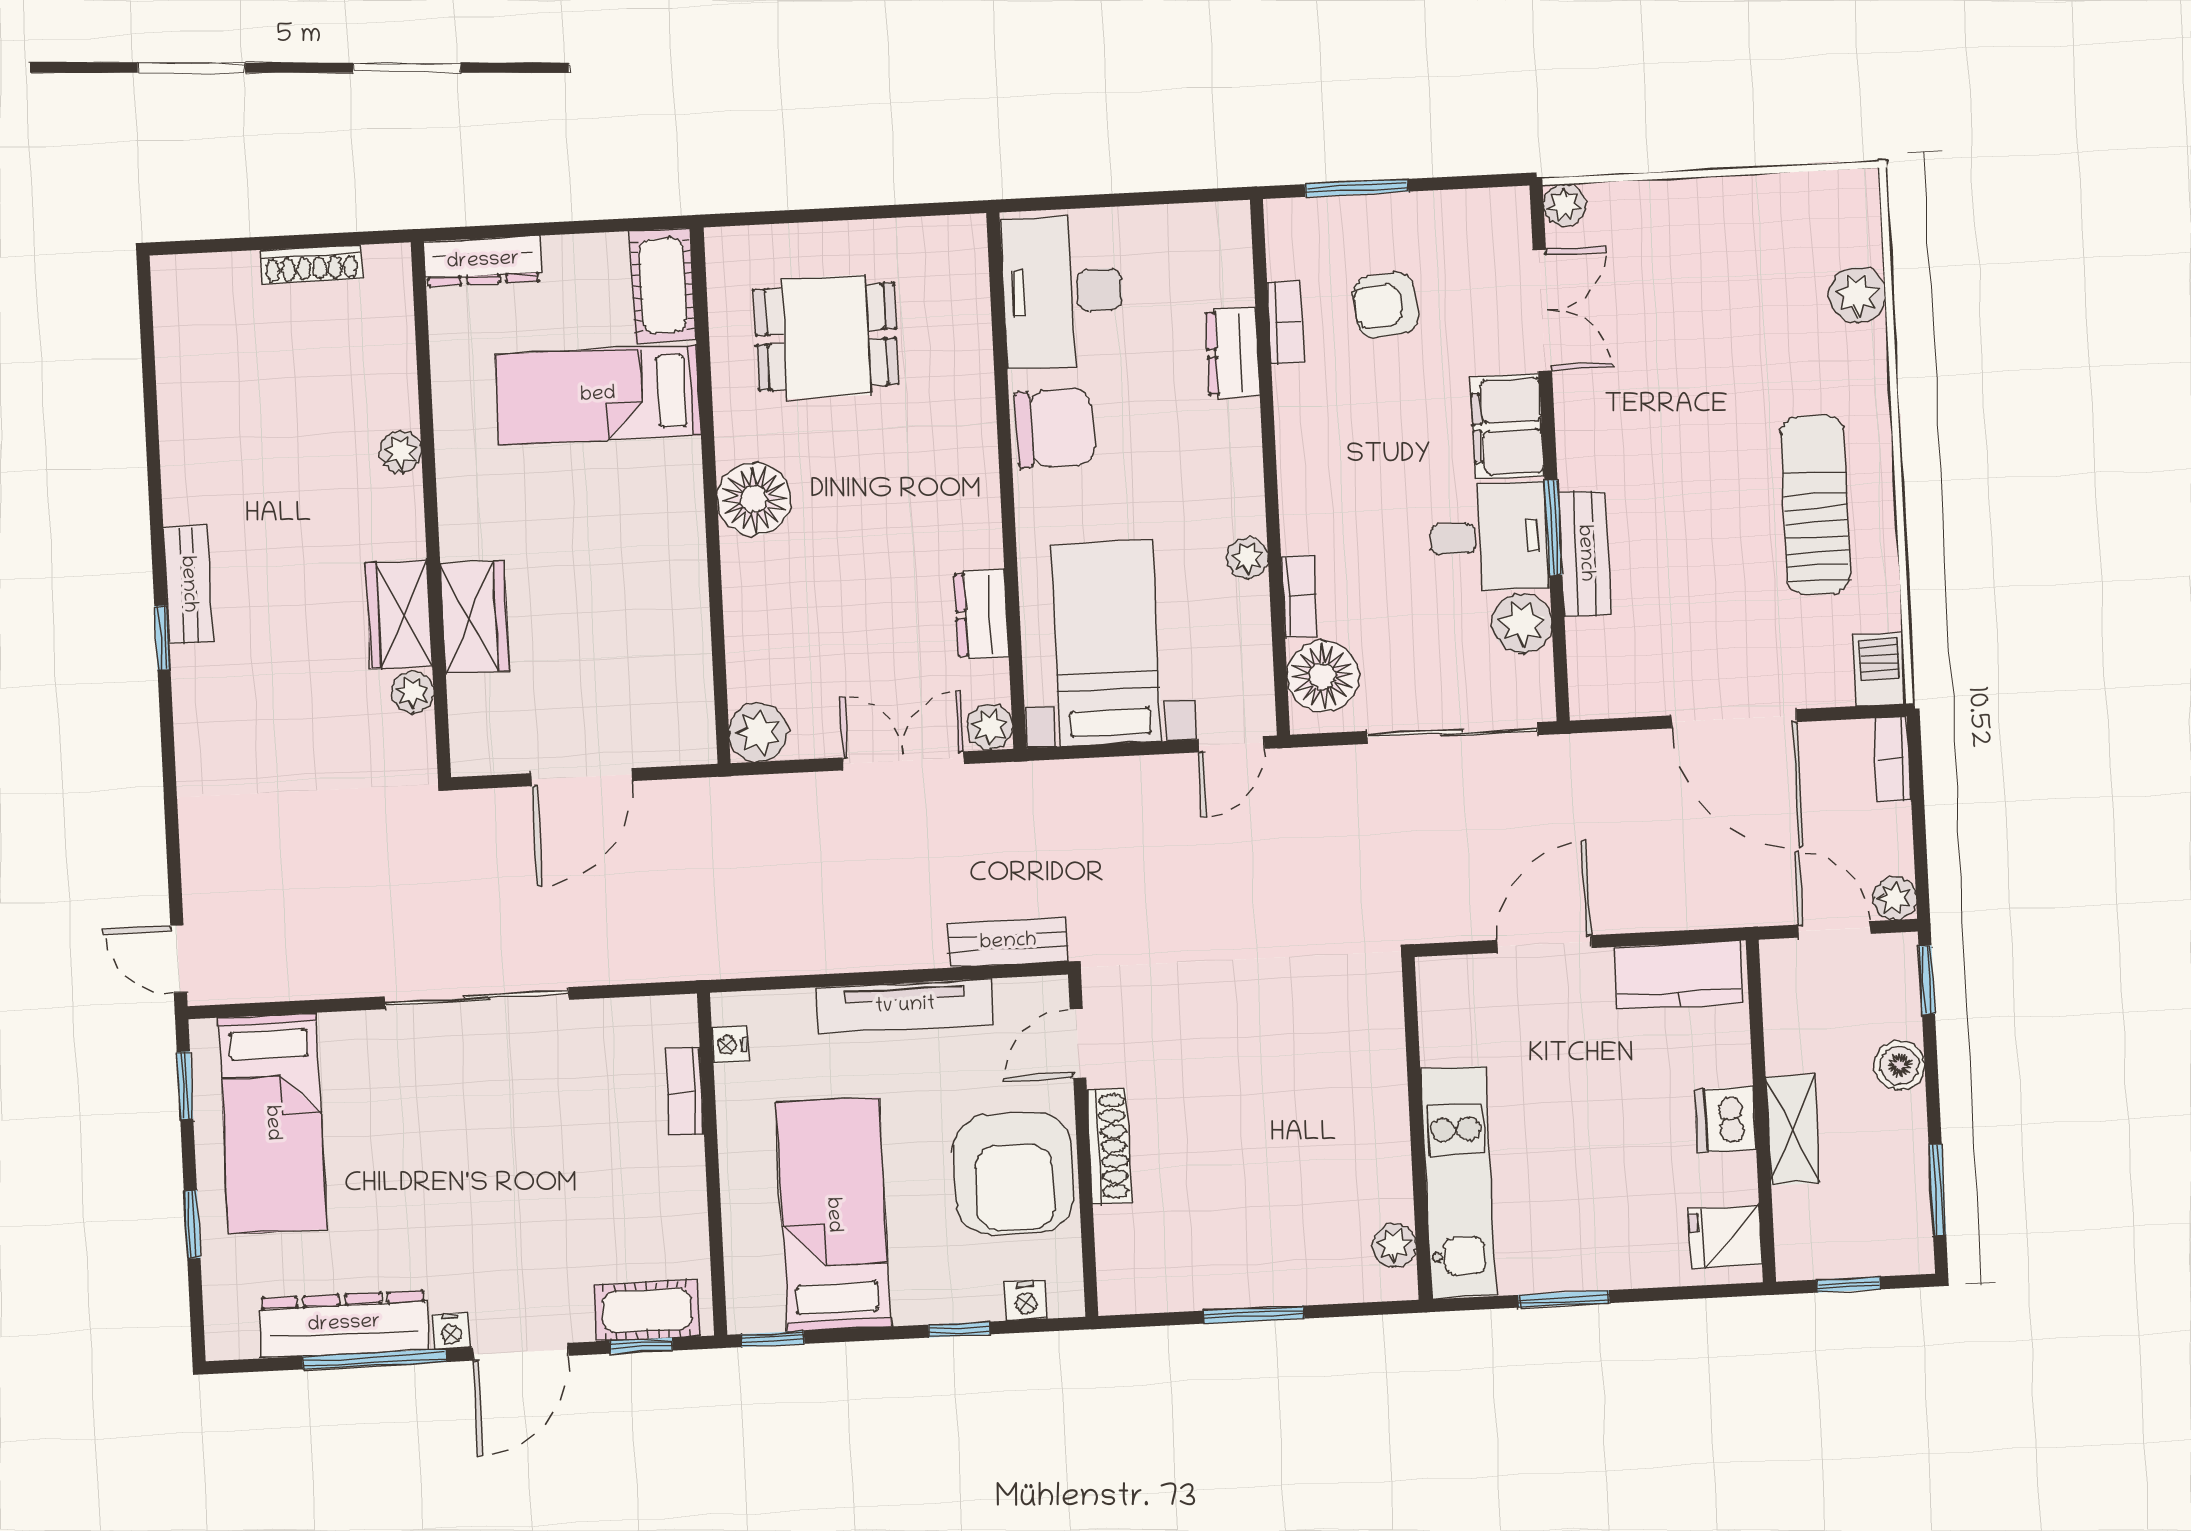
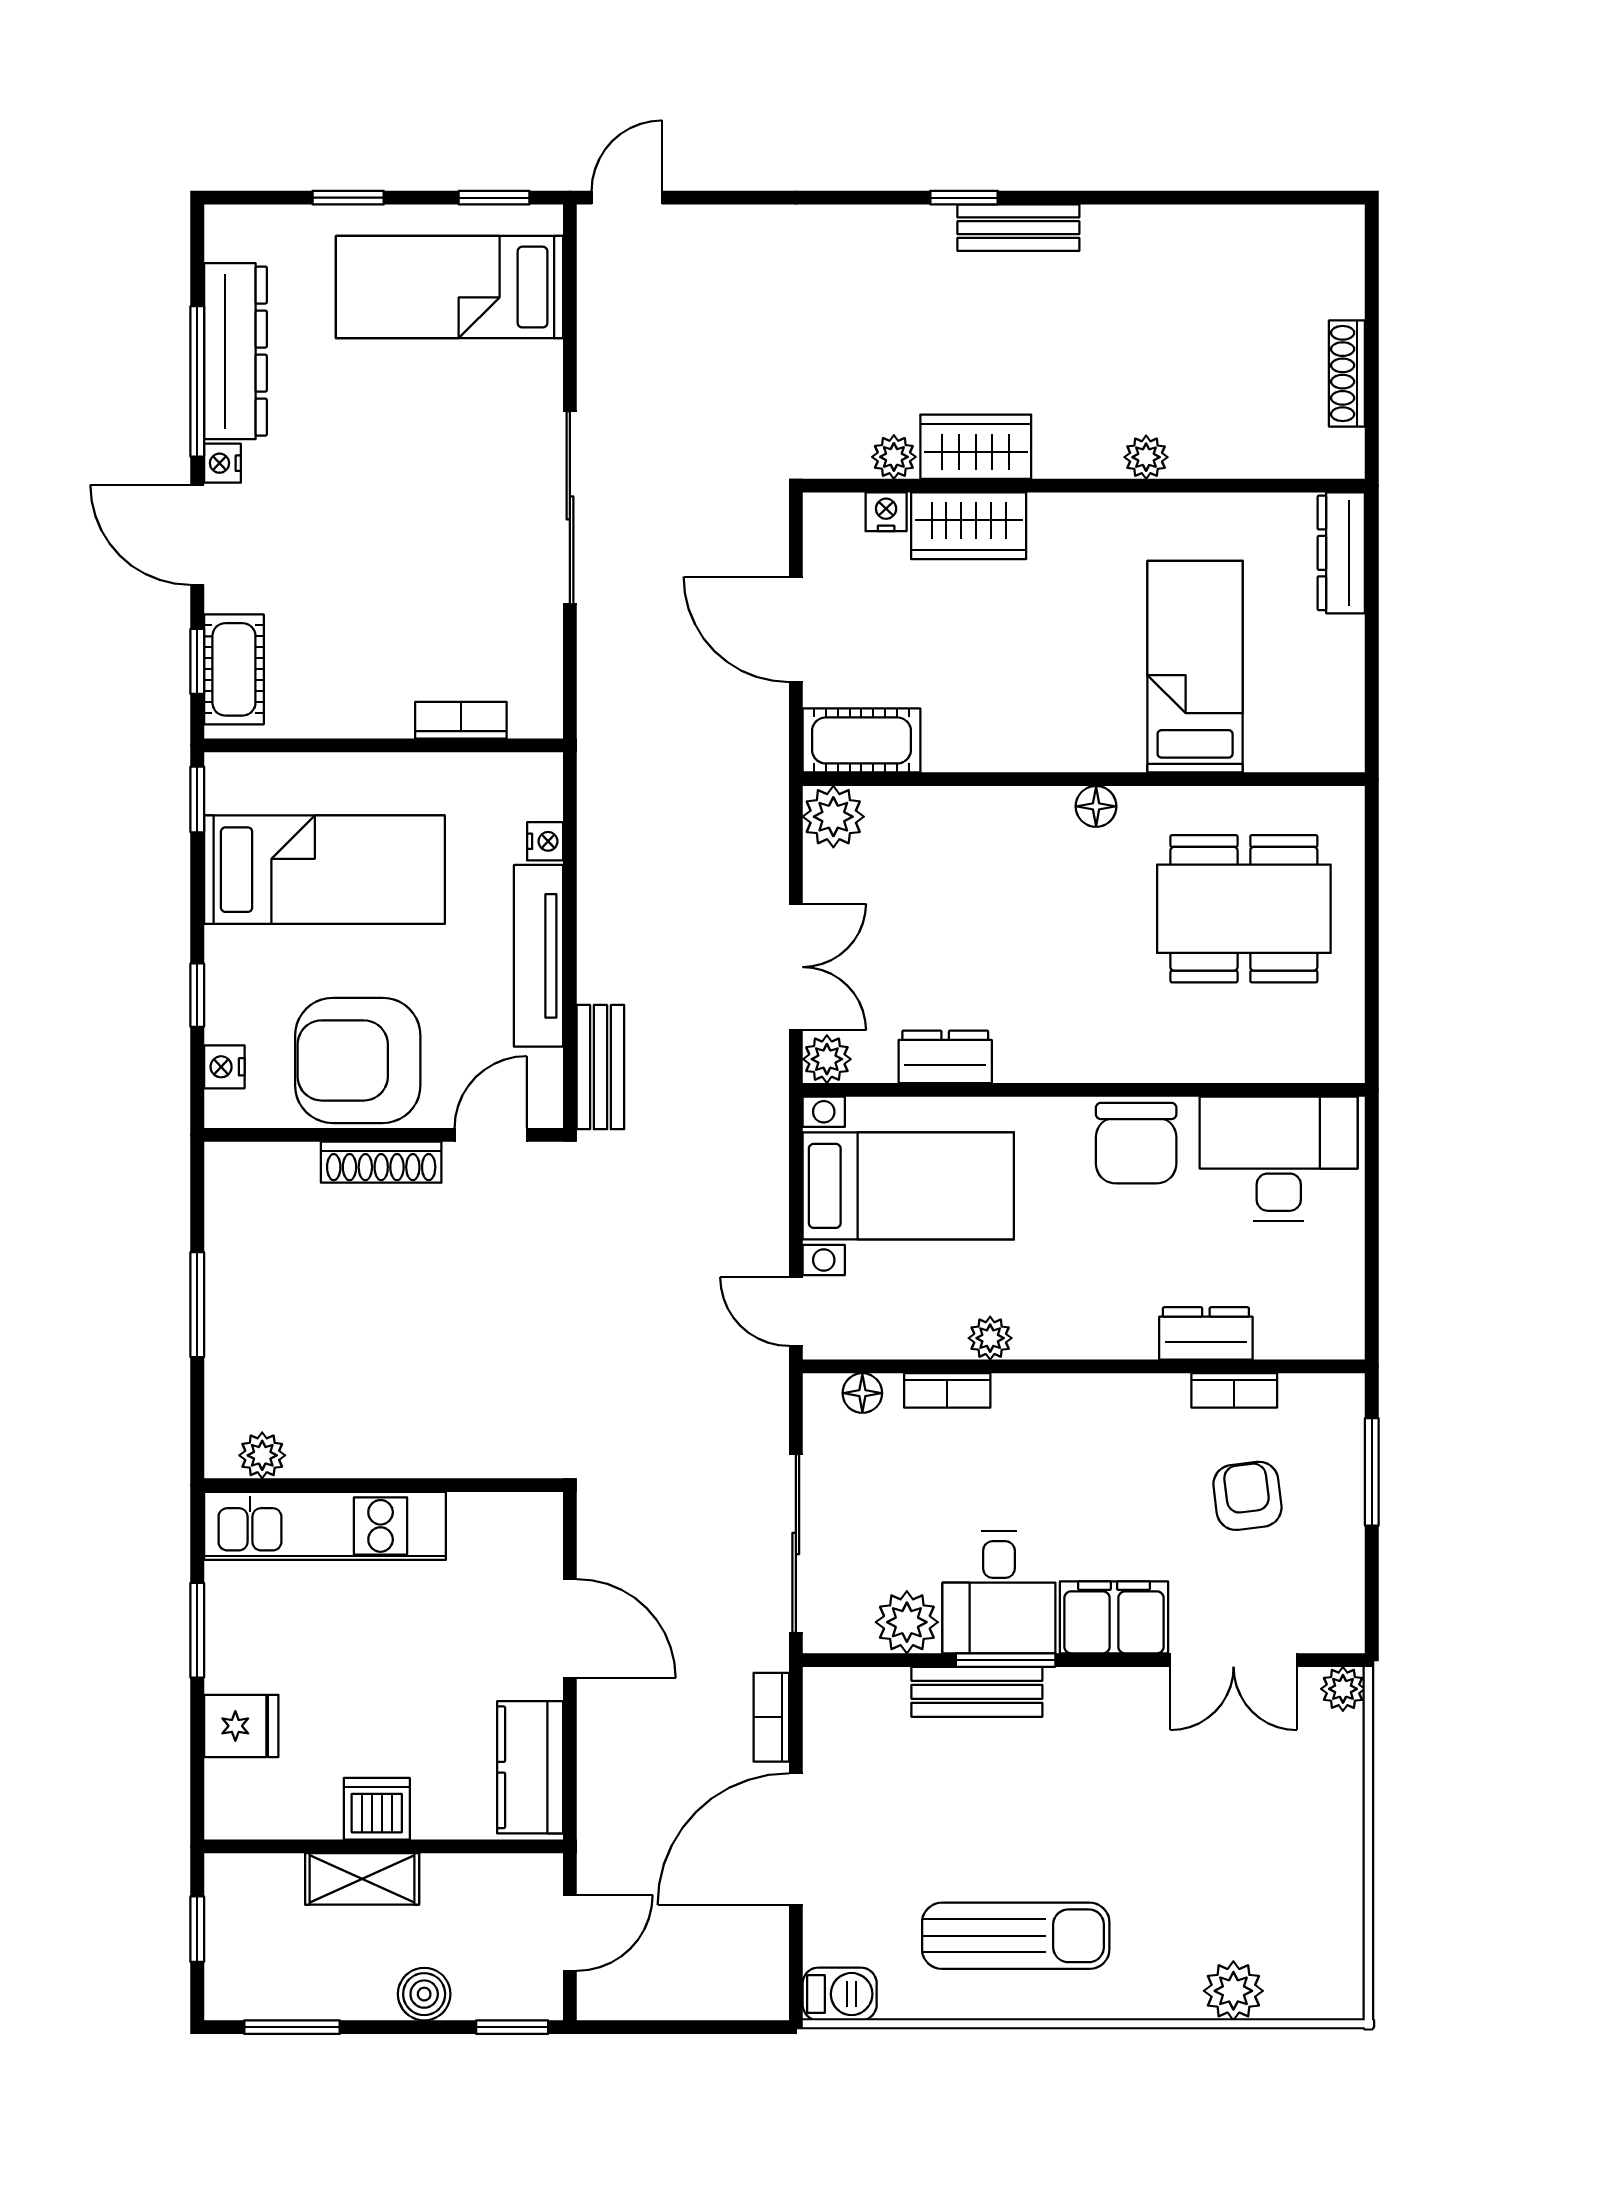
cot: (663, 286) -> (861, 740), moved
dining table: (826, 337) -> (1244, 909), width x1.38
floor lamp: (754, 499) -> (1096, 806), width x0.53, depth x0.53
floor lamp: (1323, 676) -> (862, 1393), width x0.53, depth x0.53
nightstand: (465, 697) -> (886, 512), added
bookcase: (1892, 760) -> (771, 1717), moved, turned -90
plant: (1895, 898) -> (599, 1998), removed
door: (1078, 1043) -> (491, 1135), hinge flipped
nightstand: (730, 1045) -> (545, 841), moved, turned 90
fridge: (1725, 1237) -> (241, 1726), moved, turned 90

